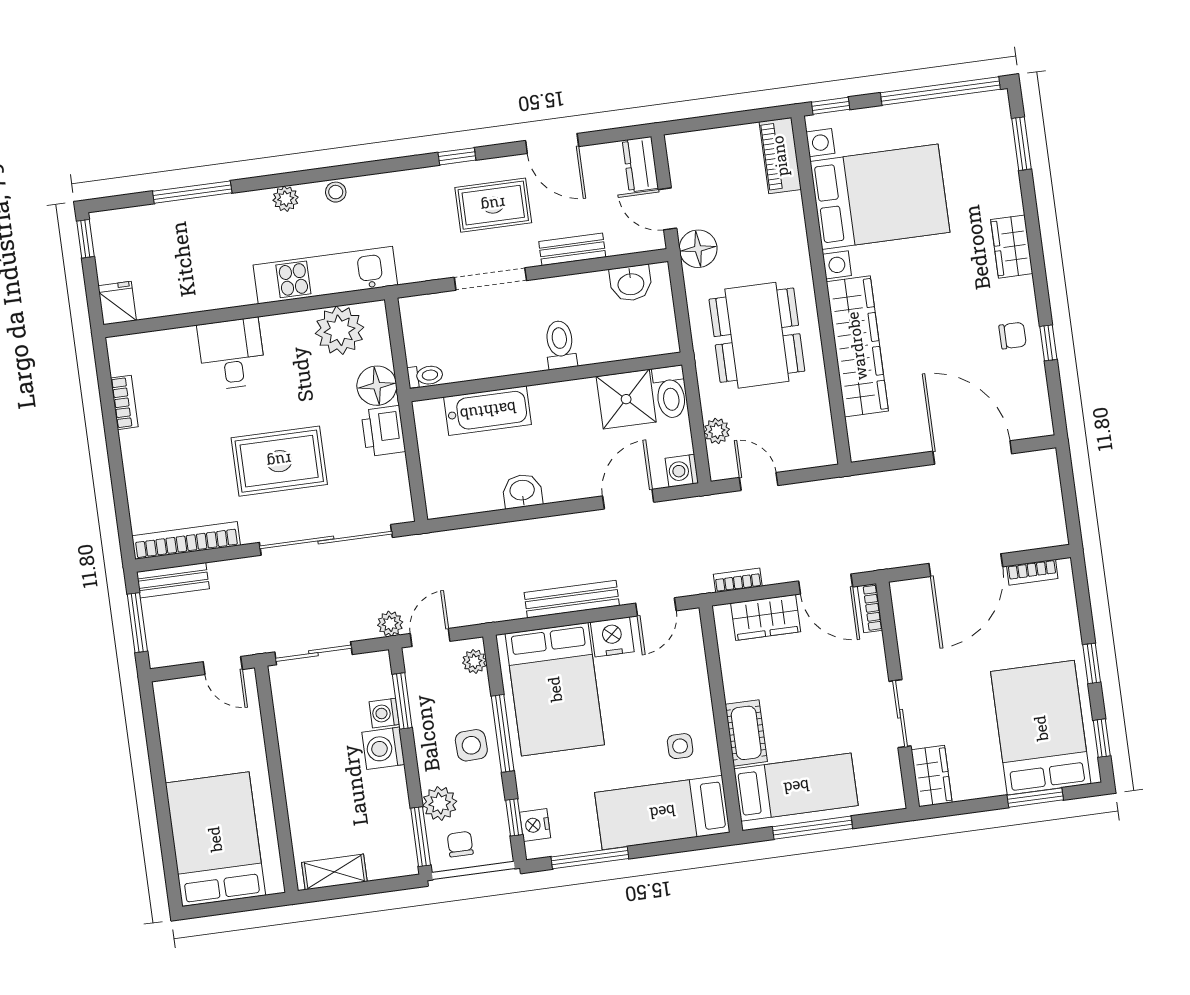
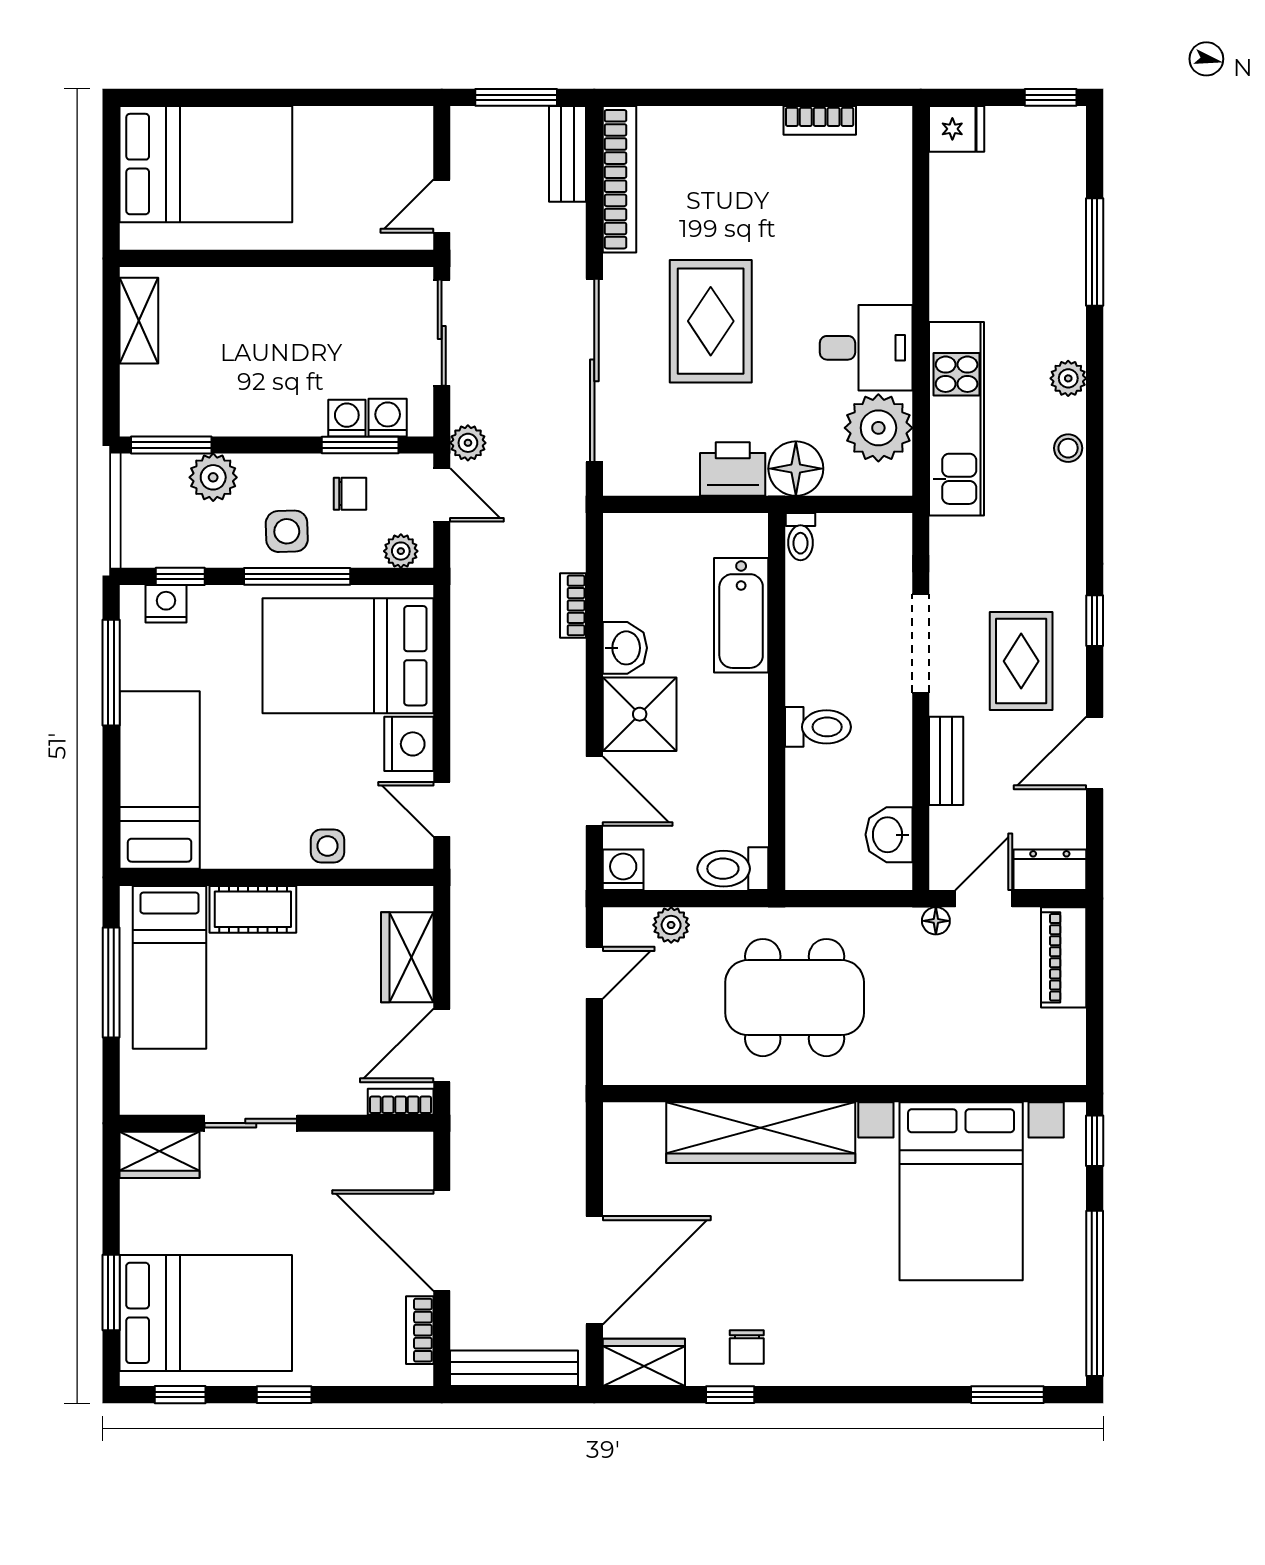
piano: (780, 156) -> (1064, 957), moved, turned -90
wardrobe: (1012, 247) -> (644, 1362), moved
floor lamp: (698, 249) -> (936, 921), width x0.53, depth x0.53
desk: (232, 354) -> (866, 348), moved
shower: (626, 399) -> (640, 714), moved
bookcase: (738, 580) -> (573, 605), moved, turned 180
bench: (572, 599) -> (514, 1368), moved, turned 90
side table: (680, 746) -> (328, 846), moved
washing machine: (383, 748) -> (388, 418), moved, width x0.73, depth x0.73
chair: (460, 844) -> (350, 494), moved

